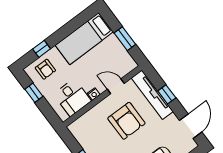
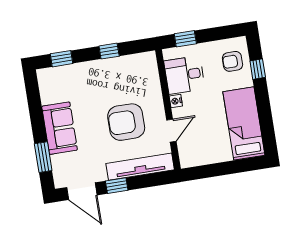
window: (125, 39) -> (220, 169), removed
window: (34, 93) -> (185, 39), moved
window: (167, 94) -> (117, 186), moved

